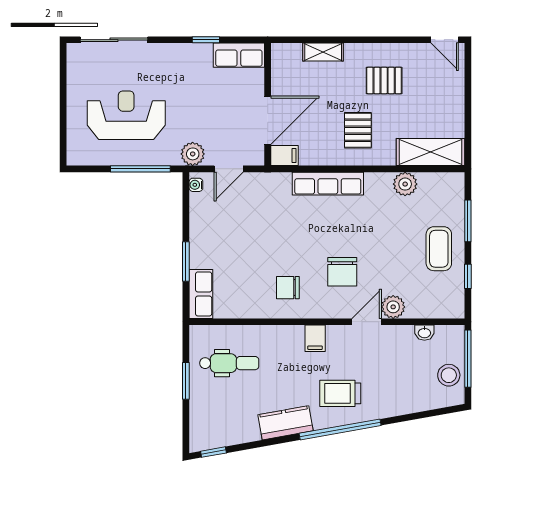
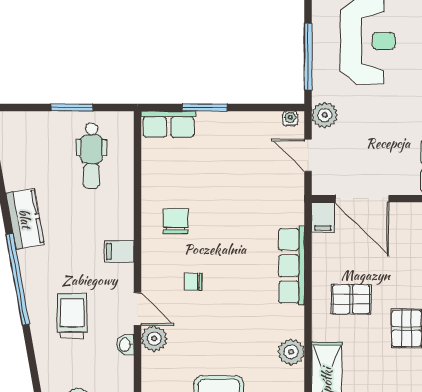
chair: (342, 272) -> (193, 282), width x0.54, depth x0.54
washbasin: (424, 333) -> (125, 345), moved
trolley: (340, 393) -> (72, 316), moved

